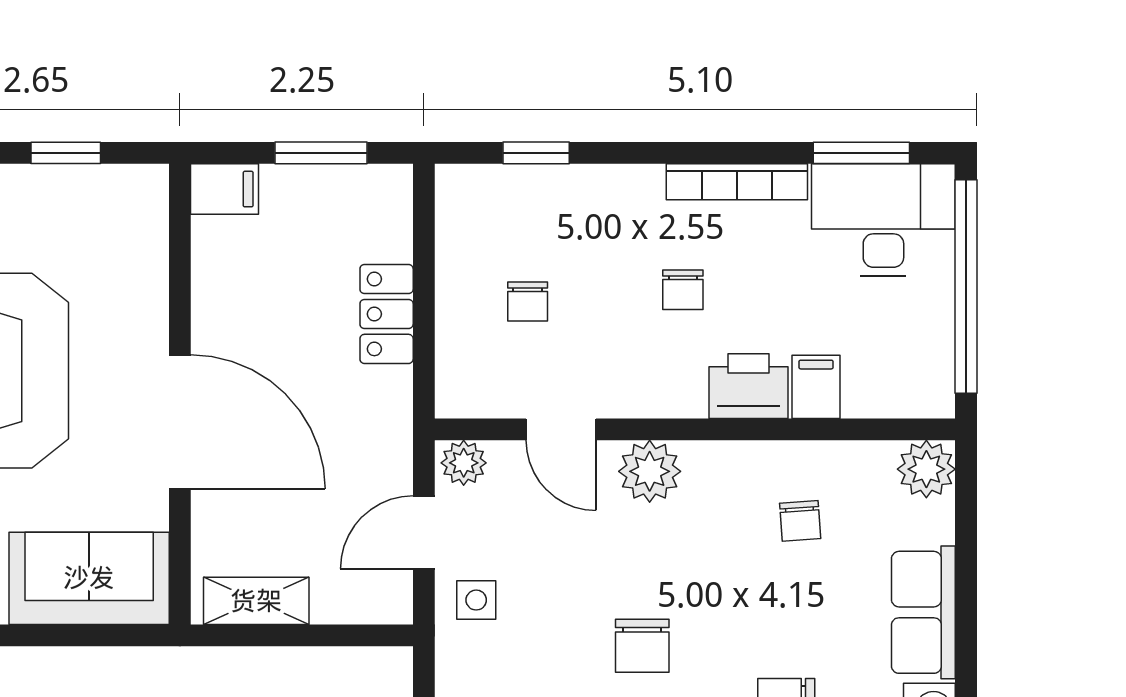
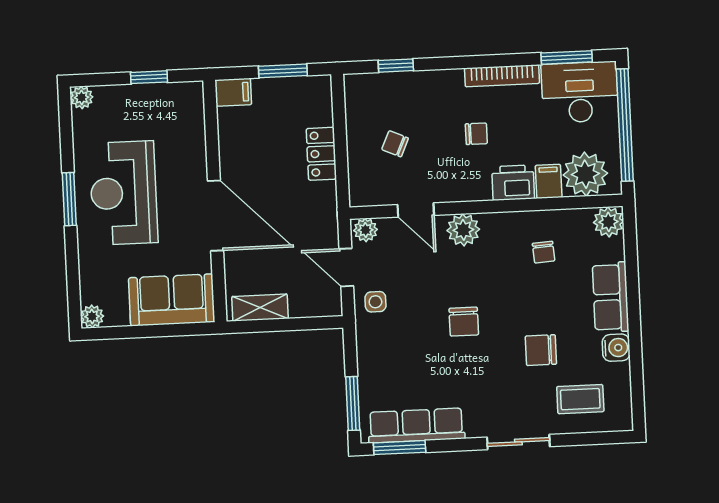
chair: (683, 290) -> (476, 134), turned -90
chair: (528, 302) -> (395, 144), turned 114
plant: (887, 376) -> (585, 174), added
door: (424, 532) -> (346, 267), hinge flipped

